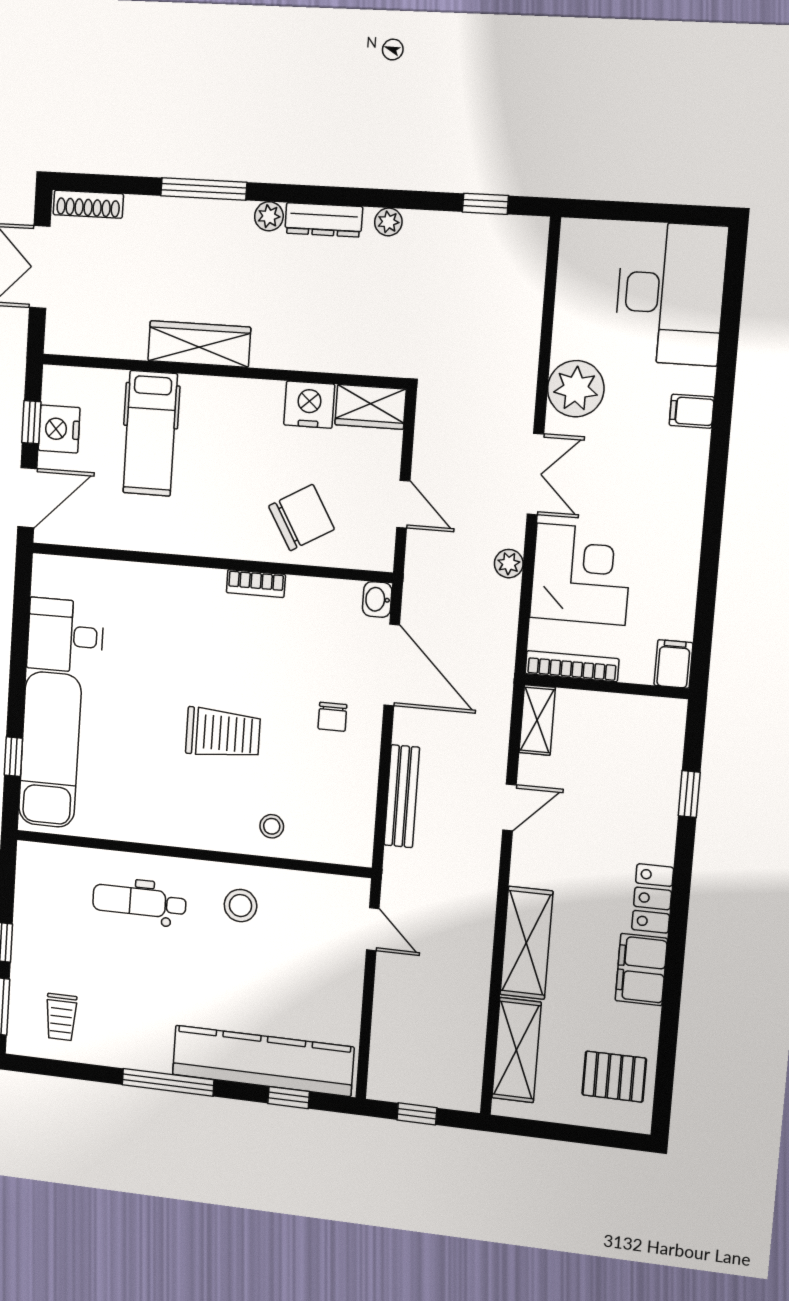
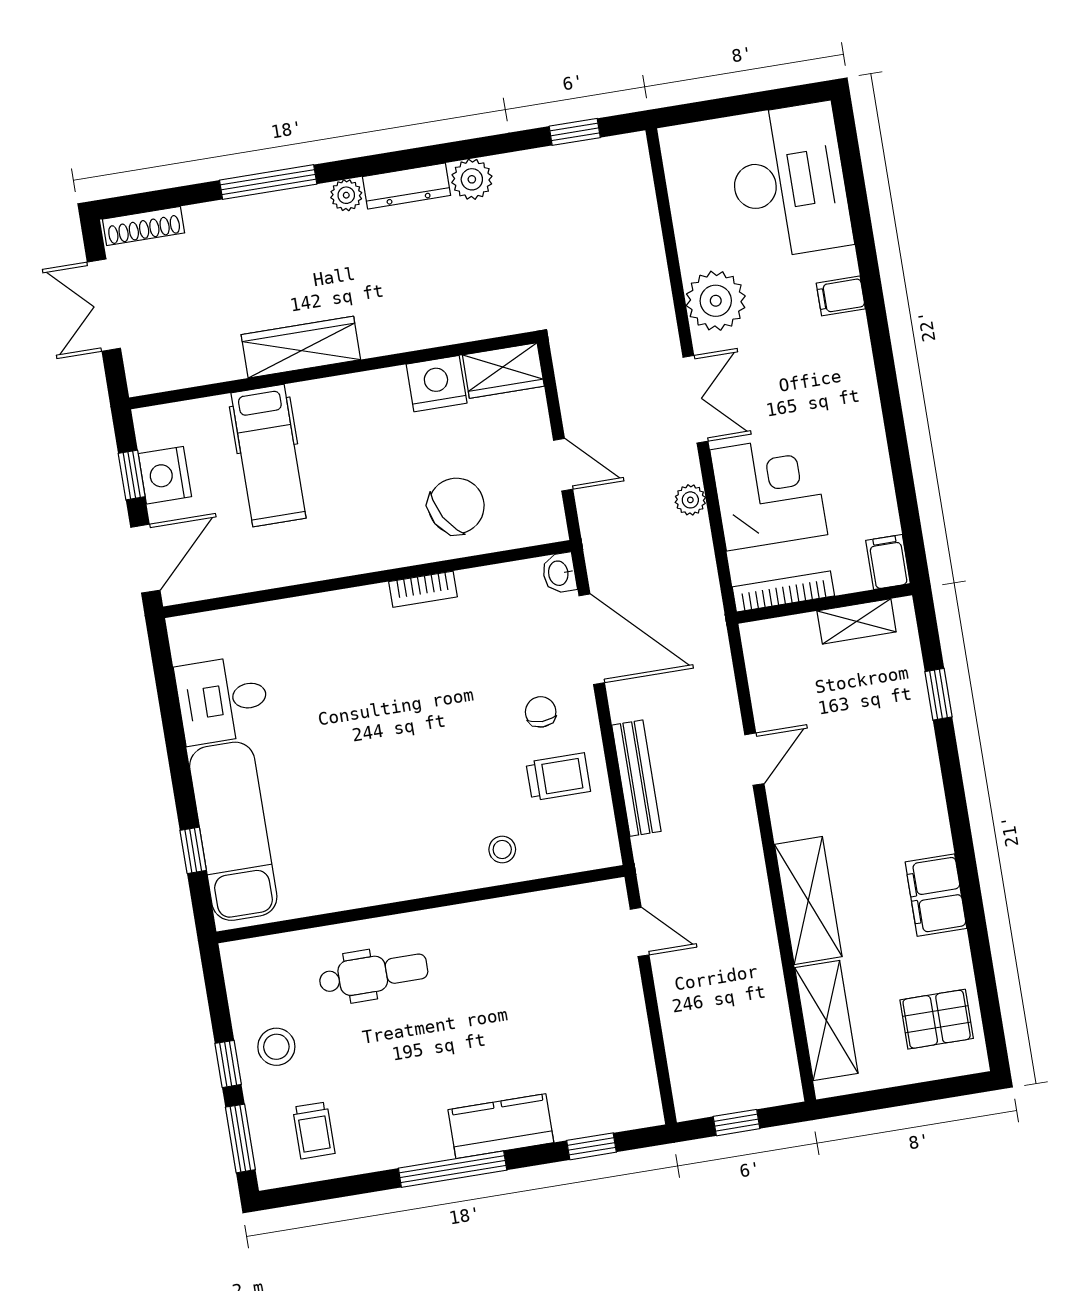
plant: (388, 222) -> (472, 179), width x1.38, depth x1.38
chair: (332, 717) -> (541, 712), turned 180
shelving: (537, 720) -> (857, 621), moved, turned 90
trolley: (223, 733) -> (558, 777), moved, width x0.73, depth x0.72
locker: (653, 898) -> (929, 816), removed
dental chair: (139, 902) -> (373, 974), turned 180
stool: (241, 906) -> (276, 1047), moved
kitchen counter: (263, 1061) -> (501, 1126), width x0.48, depth x0.86

